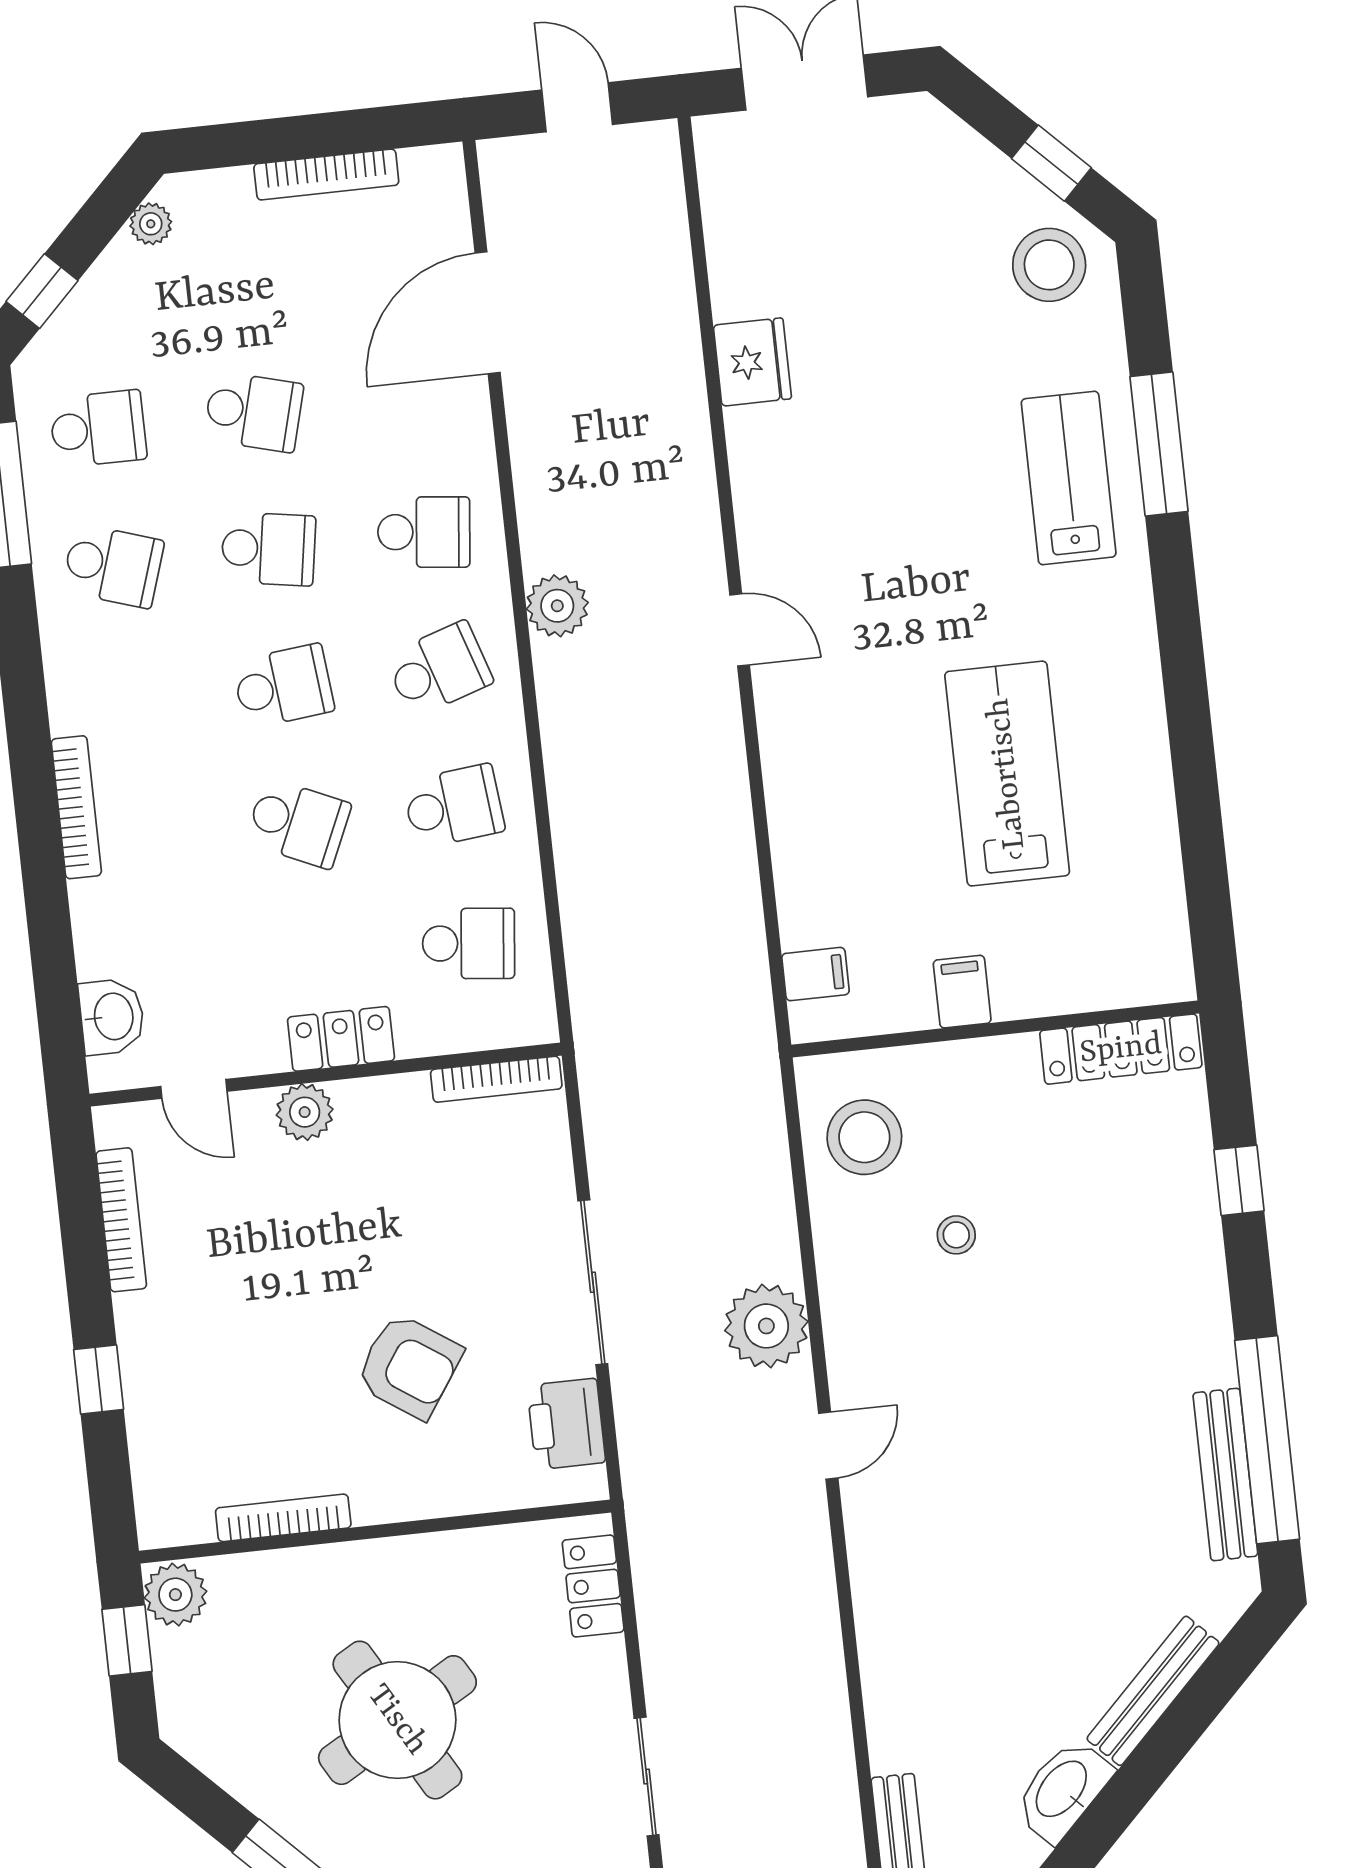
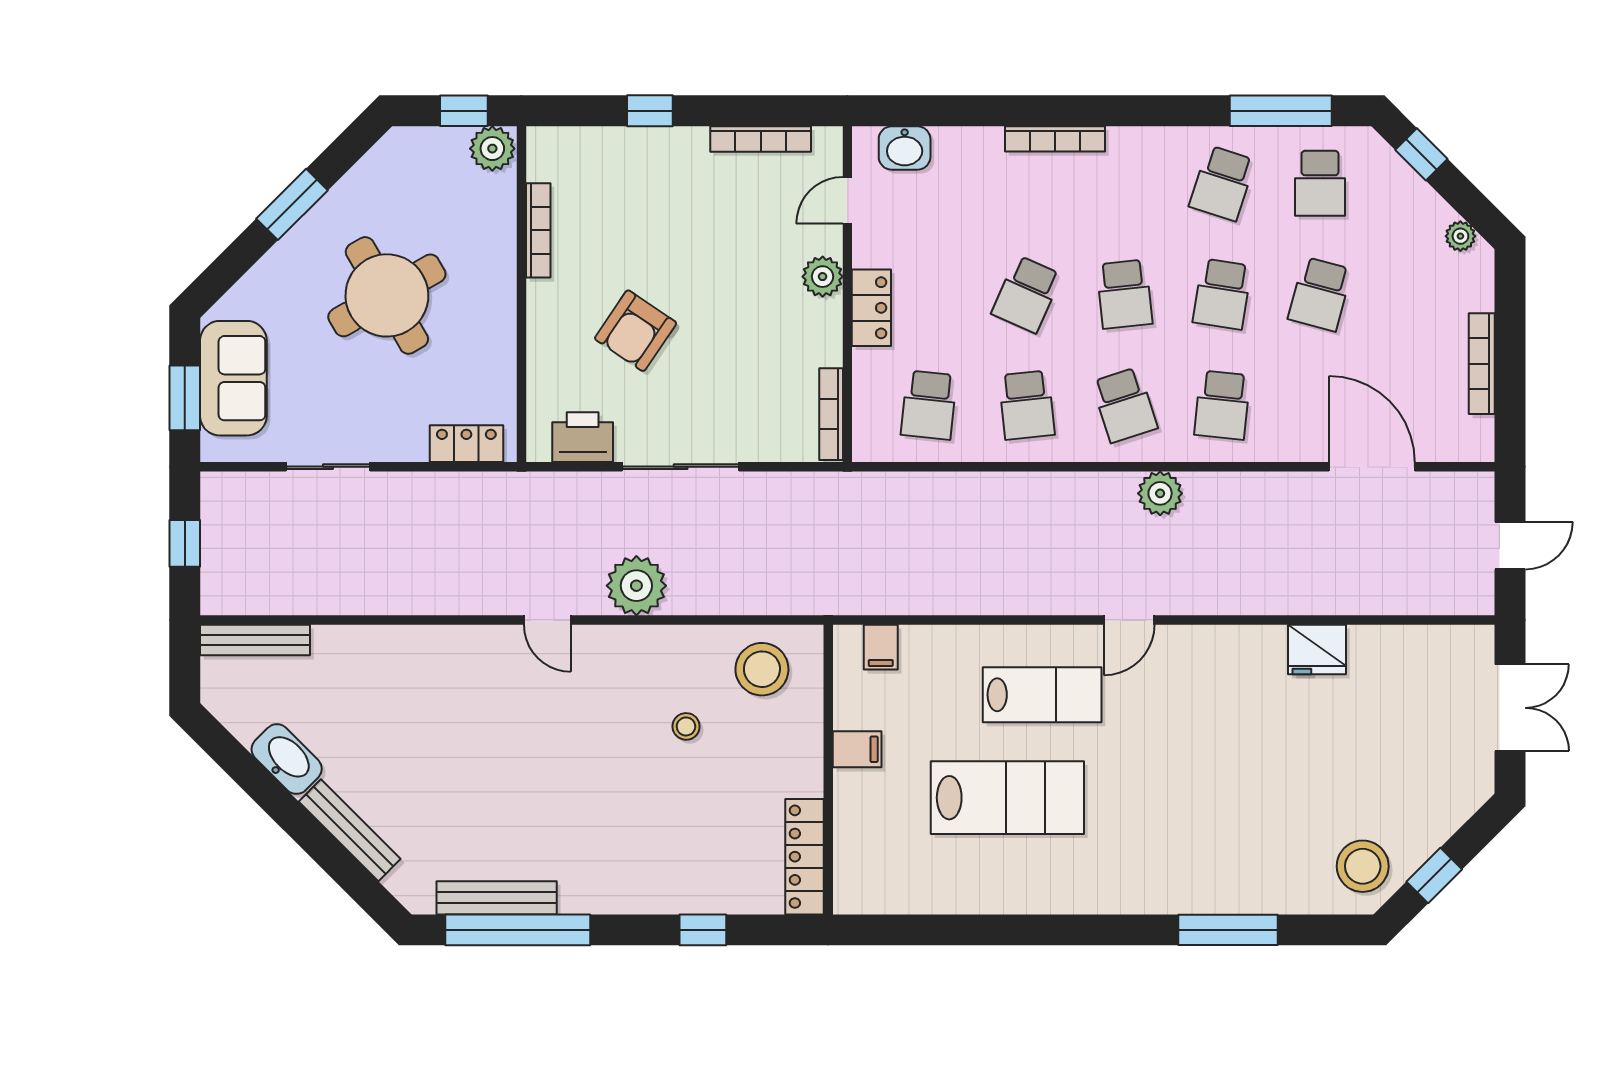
lab bench: (1069, 478) -> (1042, 695), moved

